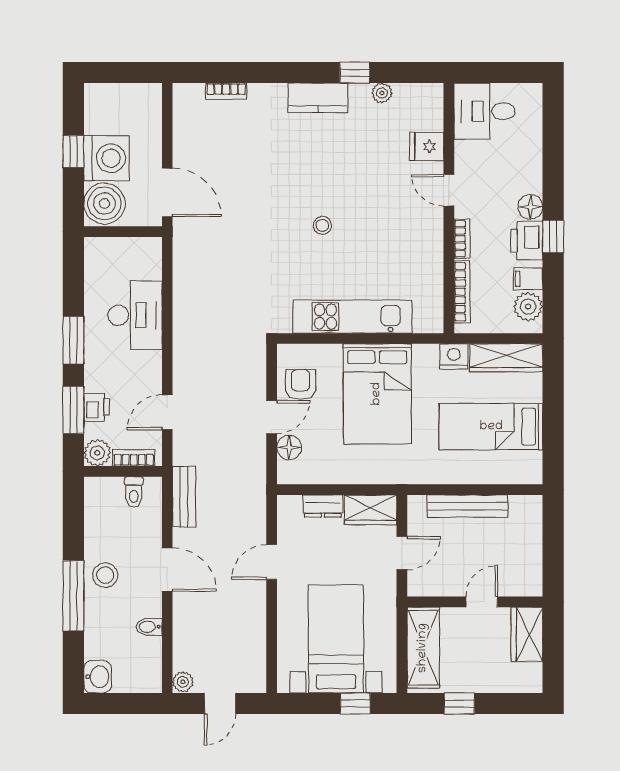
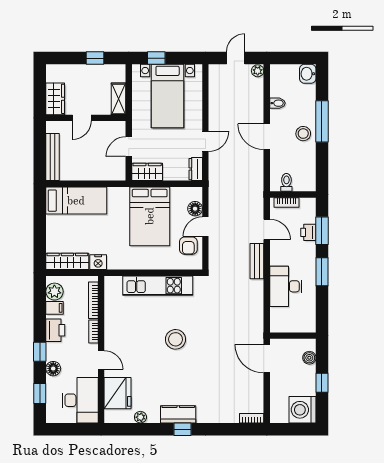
window: (355, 73) -> (182, 429), moved
bookcase: (226, 91) -> (252, 418), moved
desk: (485, 111) -> (80, 400), width x1.37
window: (553, 133) -> (40, 393), added
fridge: (427, 146) -> (118, 393), width x1.88, depth x1.34
washing machine: (106, 158) -> (303, 410), moved
boiler: (104, 204) -> (309, 358), width x0.54, depth x0.54
floor lamp: (530, 207) -> (53, 369), moved
stool: (322, 225) -> (176, 339), width x1.89, depth x1.89
window: (553, 236) -> (40, 352), moved
bed: (377, 394) -> (150, 216), moved, turned 180
door: (167, 412) -> (267, 229), hinge flipped
bed: (491, 427) -> (76, 201), moved
plant: (97, 453) -> (308, 206), removed
bench: (184, 497) -> (257, 261), moved
dresser: (323, 506) -> (196, 169), moved, turned -90
bench: (467, 506) -> (53, 157), moved, turned 90
shelving: (423, 648) -> (118, 99), width x0.67, depth x0.75

